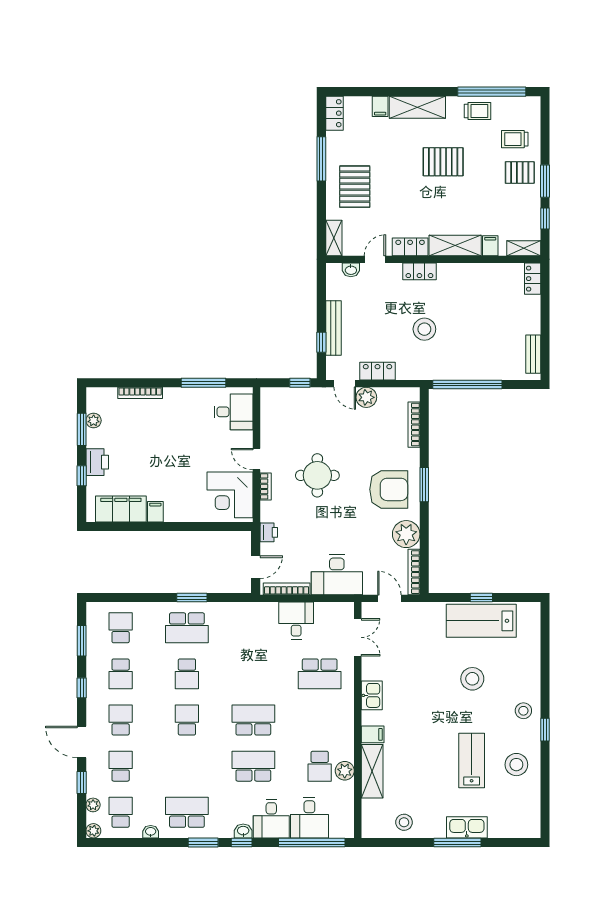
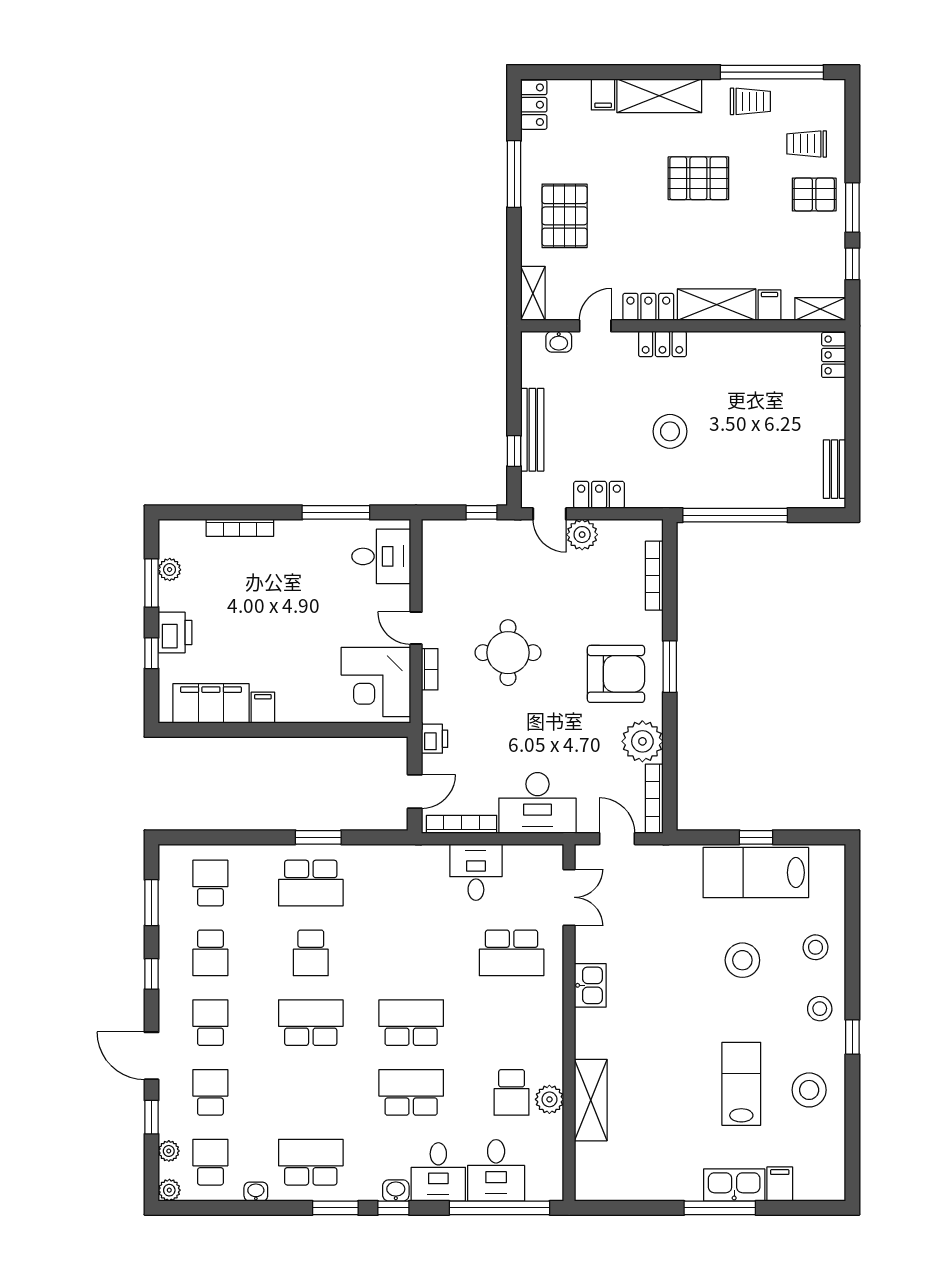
school desk: (187, 720) -> (311, 1023), width x1.85
filing cabinet: (373, 734) -> (780, 1184), moved, turned -90
stool: (404, 822) -> (816, 947), moved

